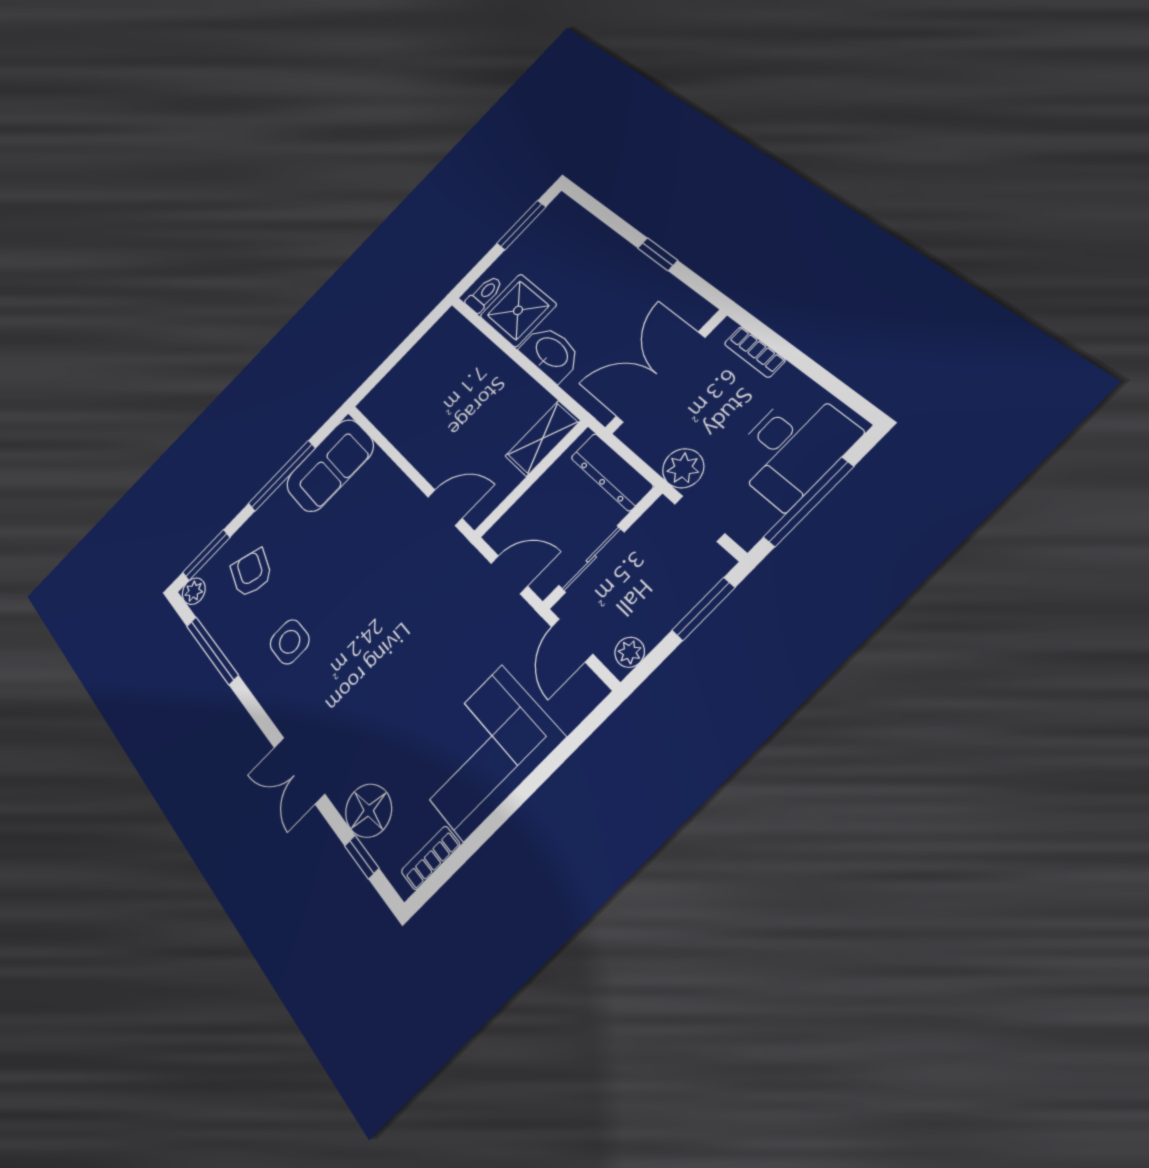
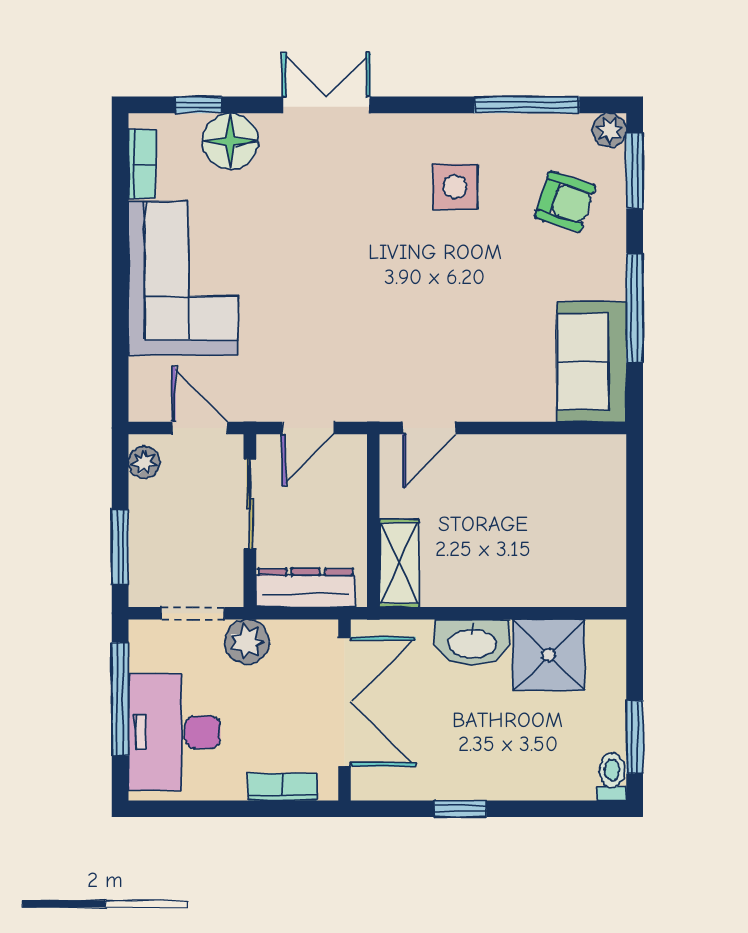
toilet: (484, 294) -> (612, 777), moved, turned 180

